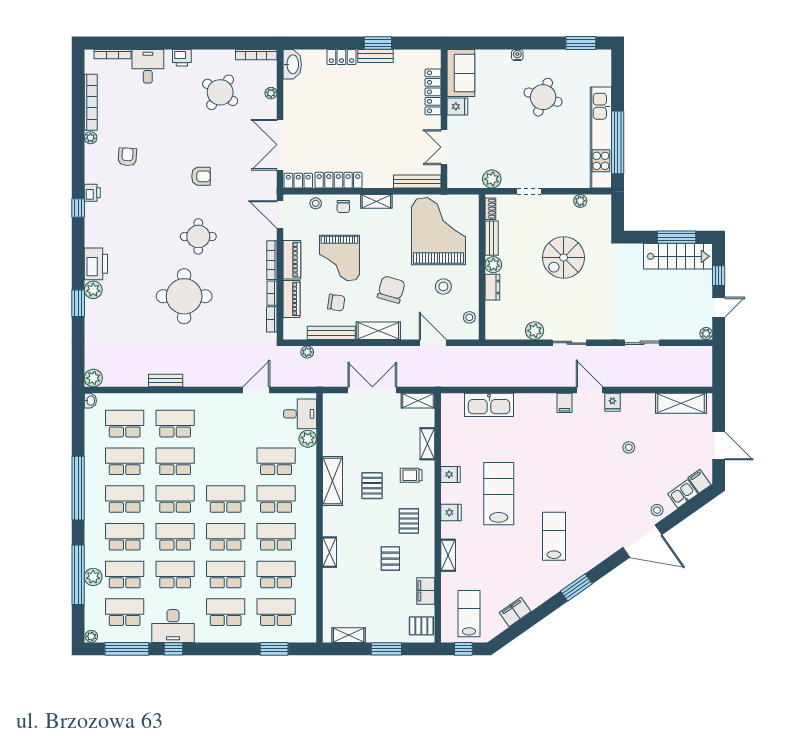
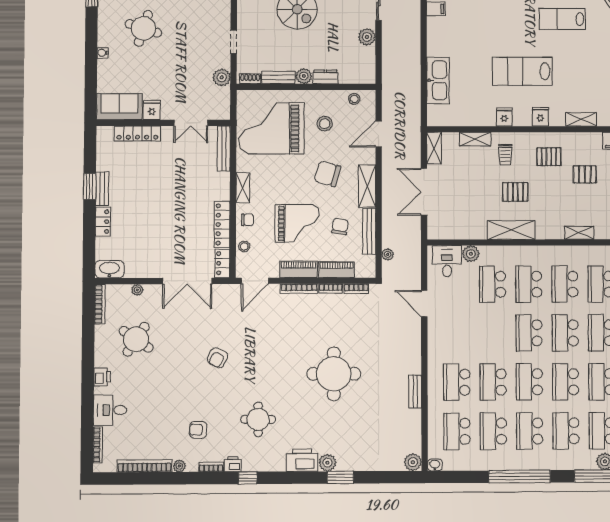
bookcase: (89, 170) -> (211, 467), added
armchair: (201, 176) -> (218, 358), turned -153
round table: (198, 236) -> (258, 419), moved

